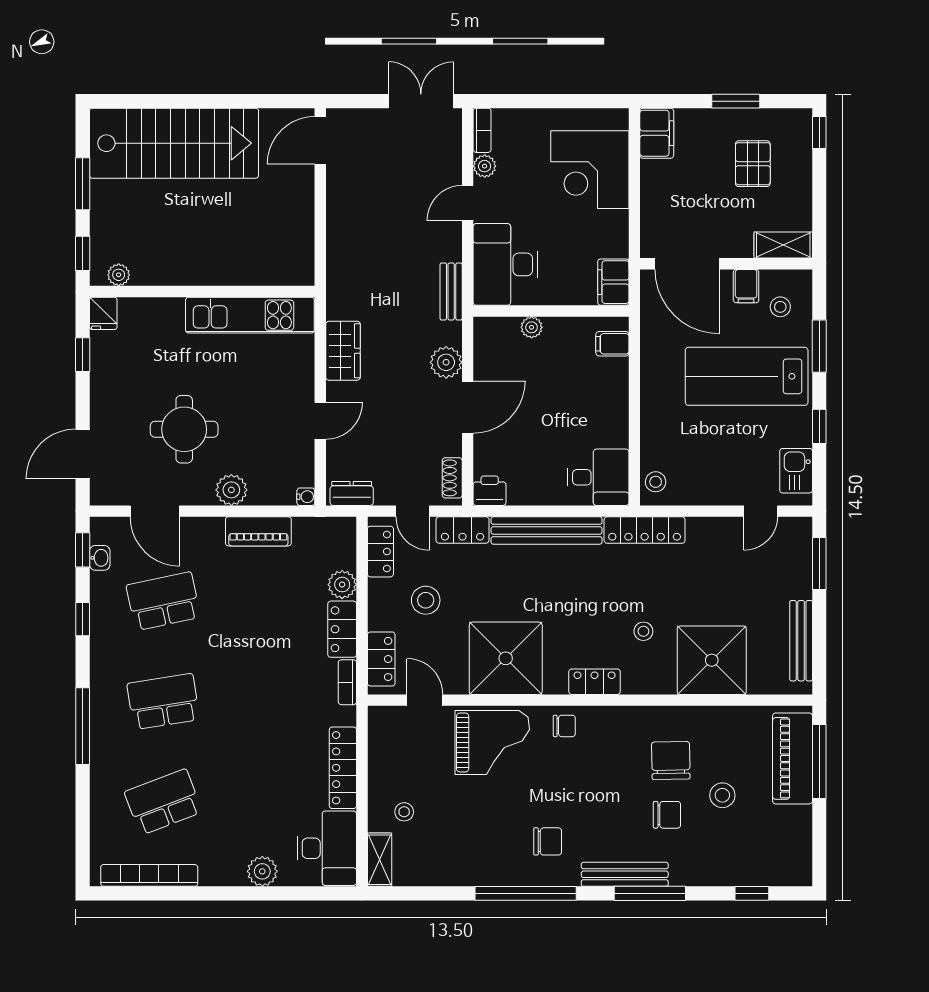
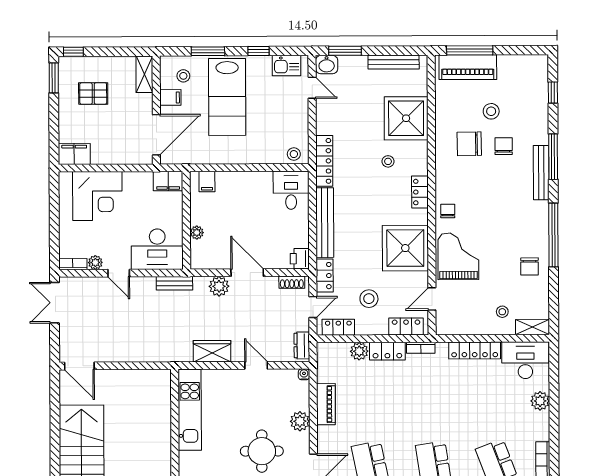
window: (736, 101) -> (54, 78), moved
washbasin: (797, 534) -> (327, 65), added
chair: (548, 841) -> (529, 266), moved, turned 180

